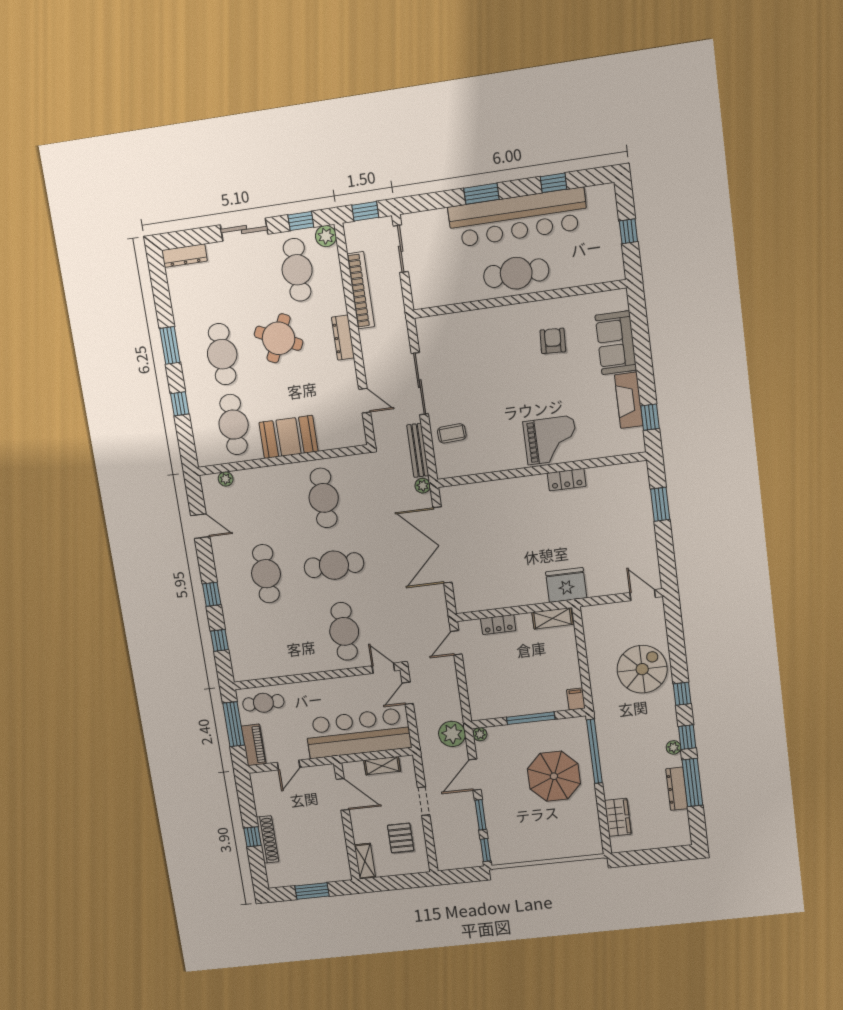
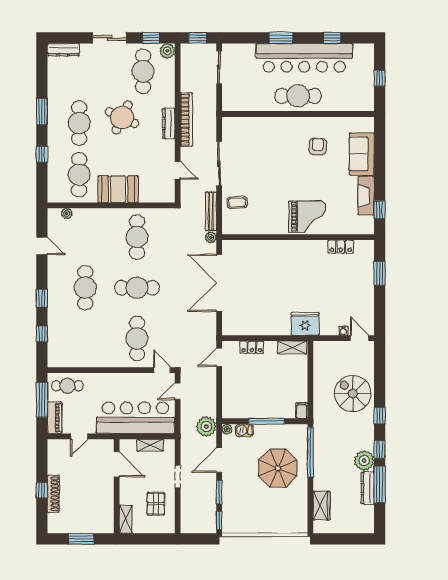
bookcase: (361, 290) -> (186, 120), moved
locker: (567, 480) -> (341, 247), moved
water cooler: (619, 588) -> (343, 331), added
spiral stairs: (642, 669) -> (353, 394), turned -90
barbecue: (503, 733) -> (245, 430), added
plant: (673, 747) -> (364, 461), width x1.87, depth x1.87

